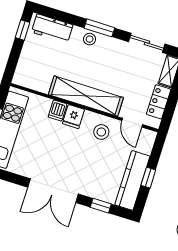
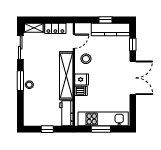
workbench: (52, 29) -> (66, 113), moved, turned 180
window: (22, 30) -> (47, 129), moved

